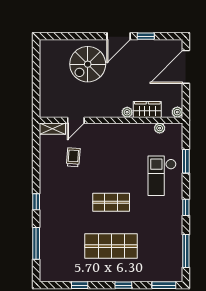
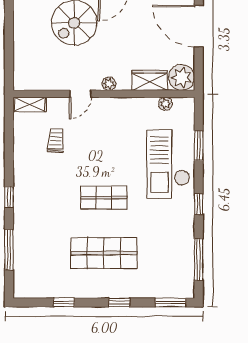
door: (186, 67) -> (199, 26), hinge flipped
plant: (127, 112) -> (109, 84), moved
plant: (177, 112) -> (182, 78), width x1.88, depth x1.88
door: (76, 120) -> (80, 94), moved
checkout: (162, 176) -> (168, 164), width x1.36, depth x1.21

